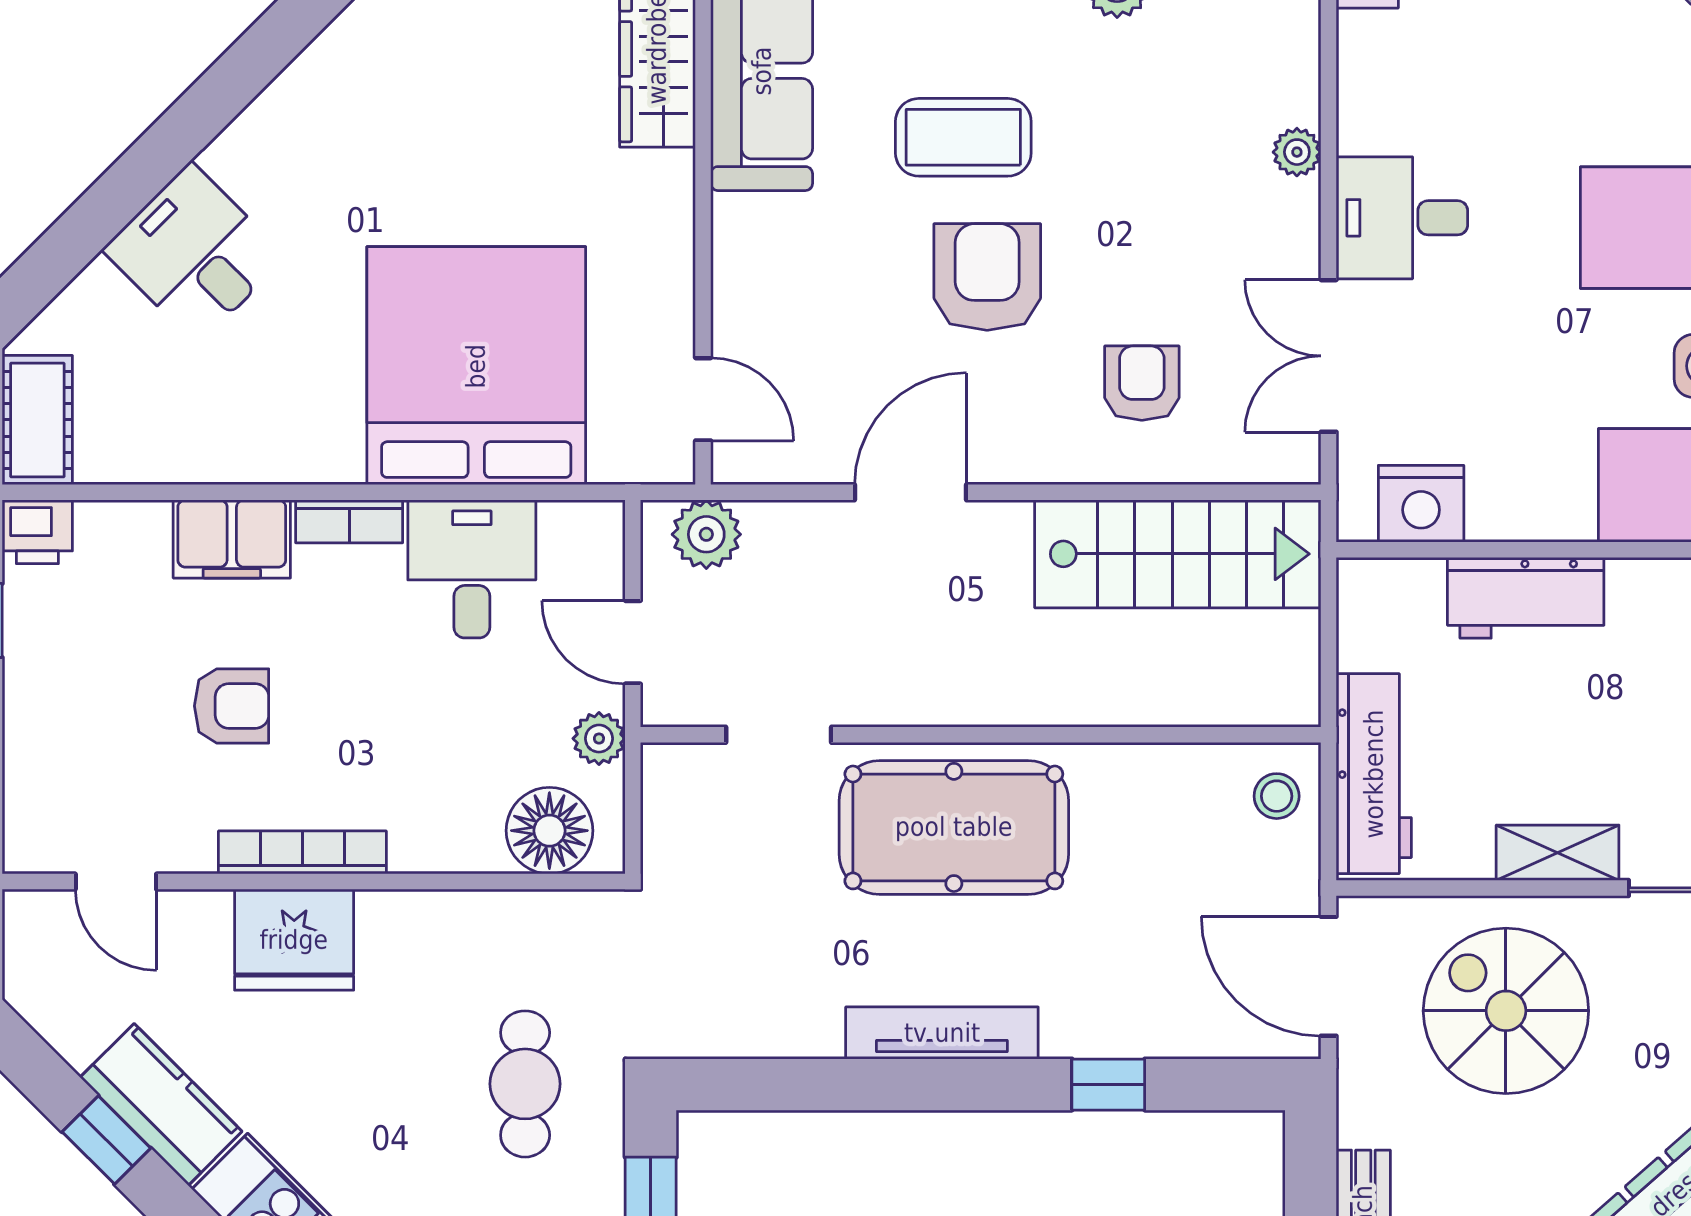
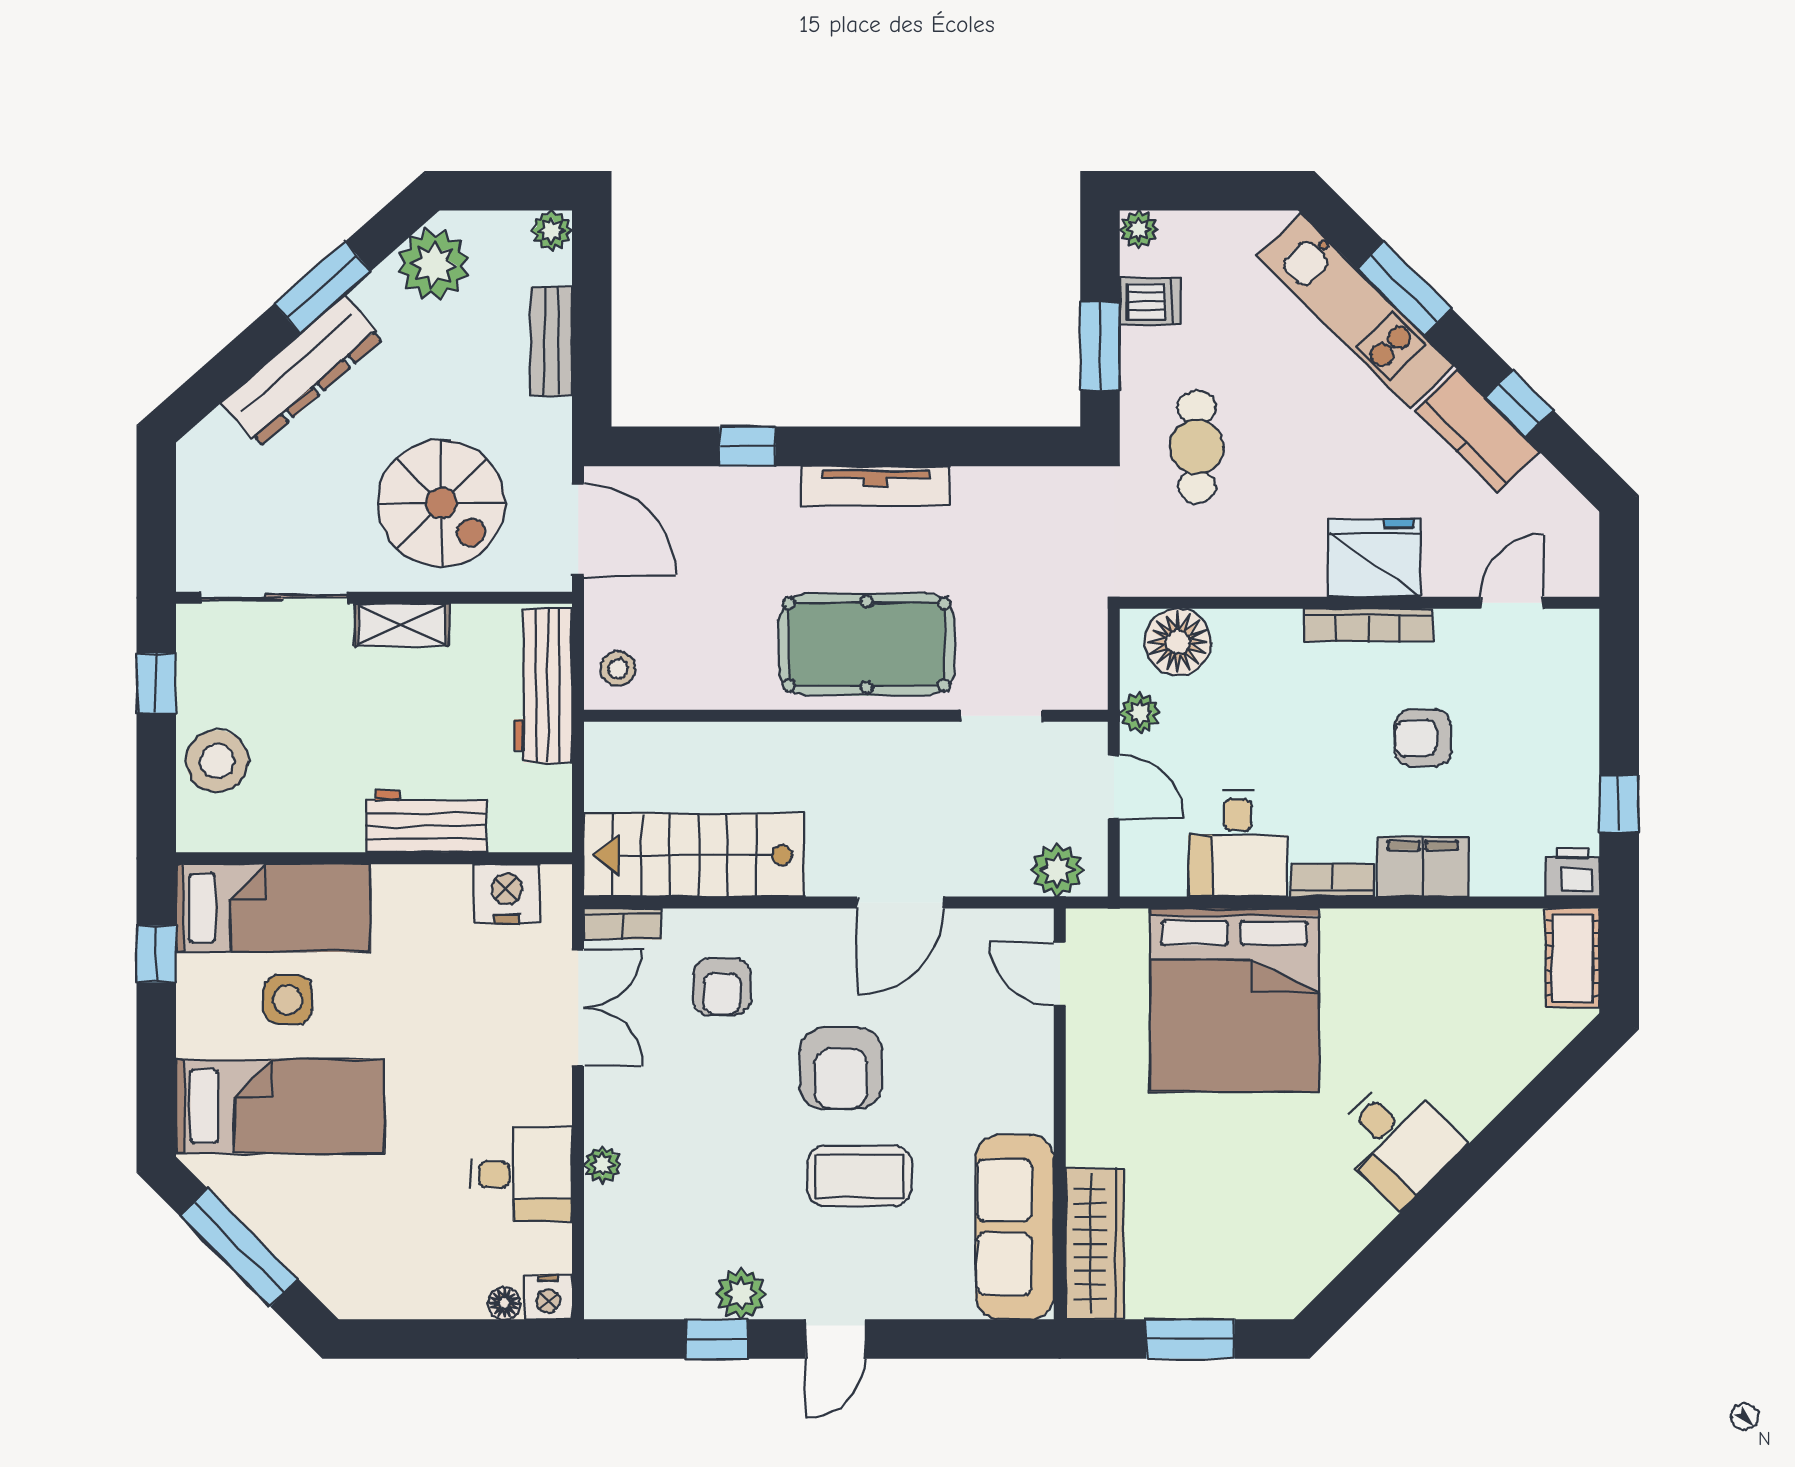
desk: (1402, 218) -> (521, 1174), moved
desk: (194, 253) -> (1397, 1141), moved
bookcase: (1270, 464) -> (623, 924), added
door: (116, 882) -> (1512, 603), hinge flipped

